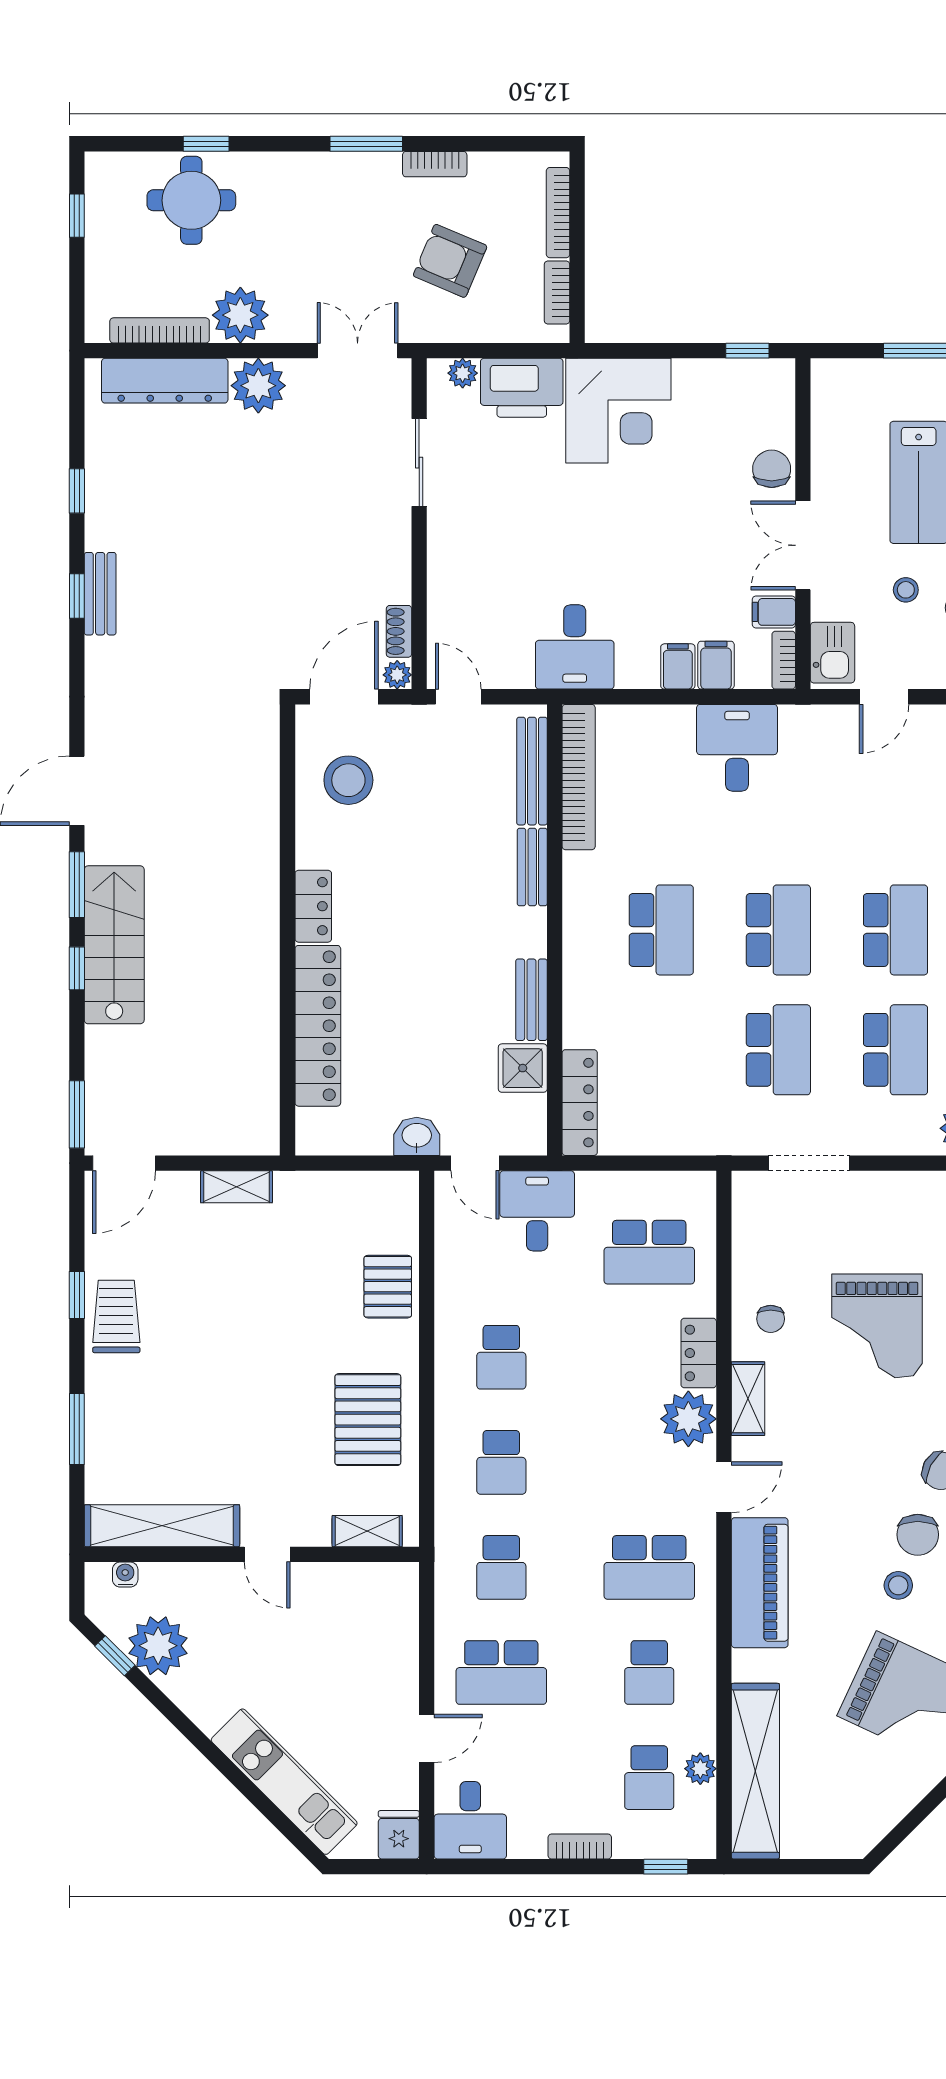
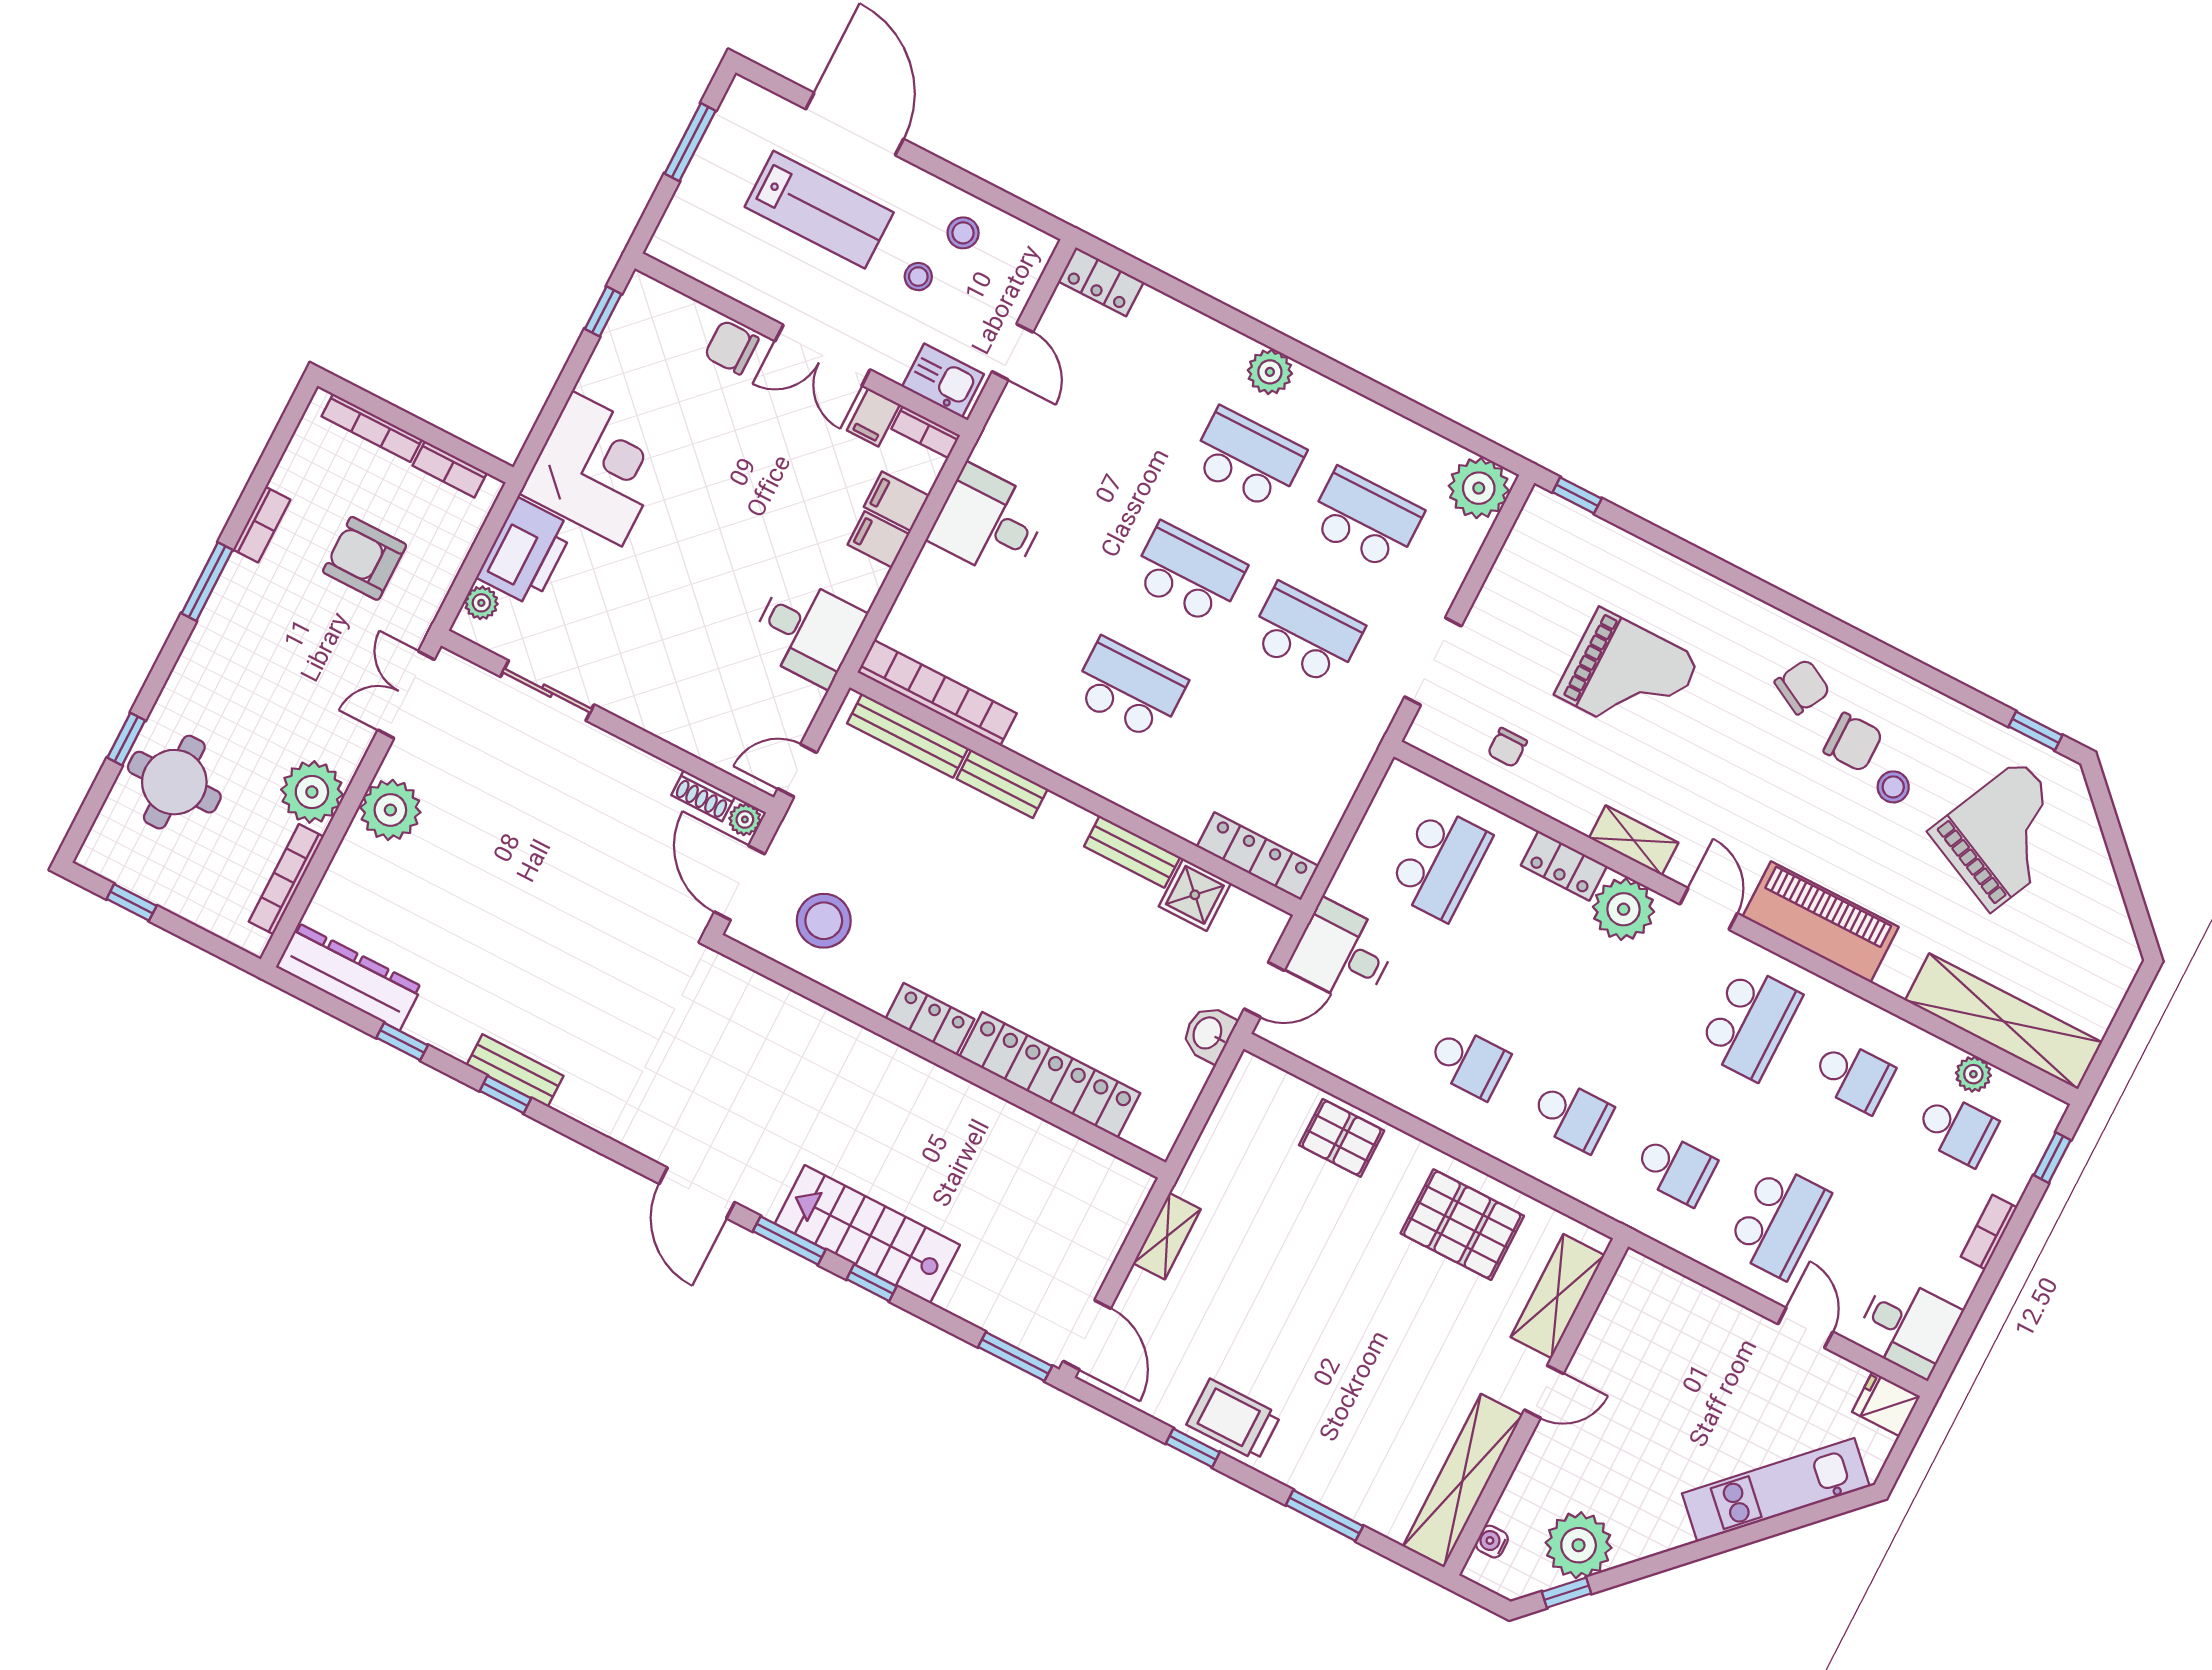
armchair: (450, 261) -> (365, 558), turned 67
dresser: (165, 381) -> (349, 977), moved, turned -90
chair: (771, 1319) -> (1507, 748), moved, turned 90
shelving: (367, 1531) -> (1558, 1296), width x1.50, depth x1.33

